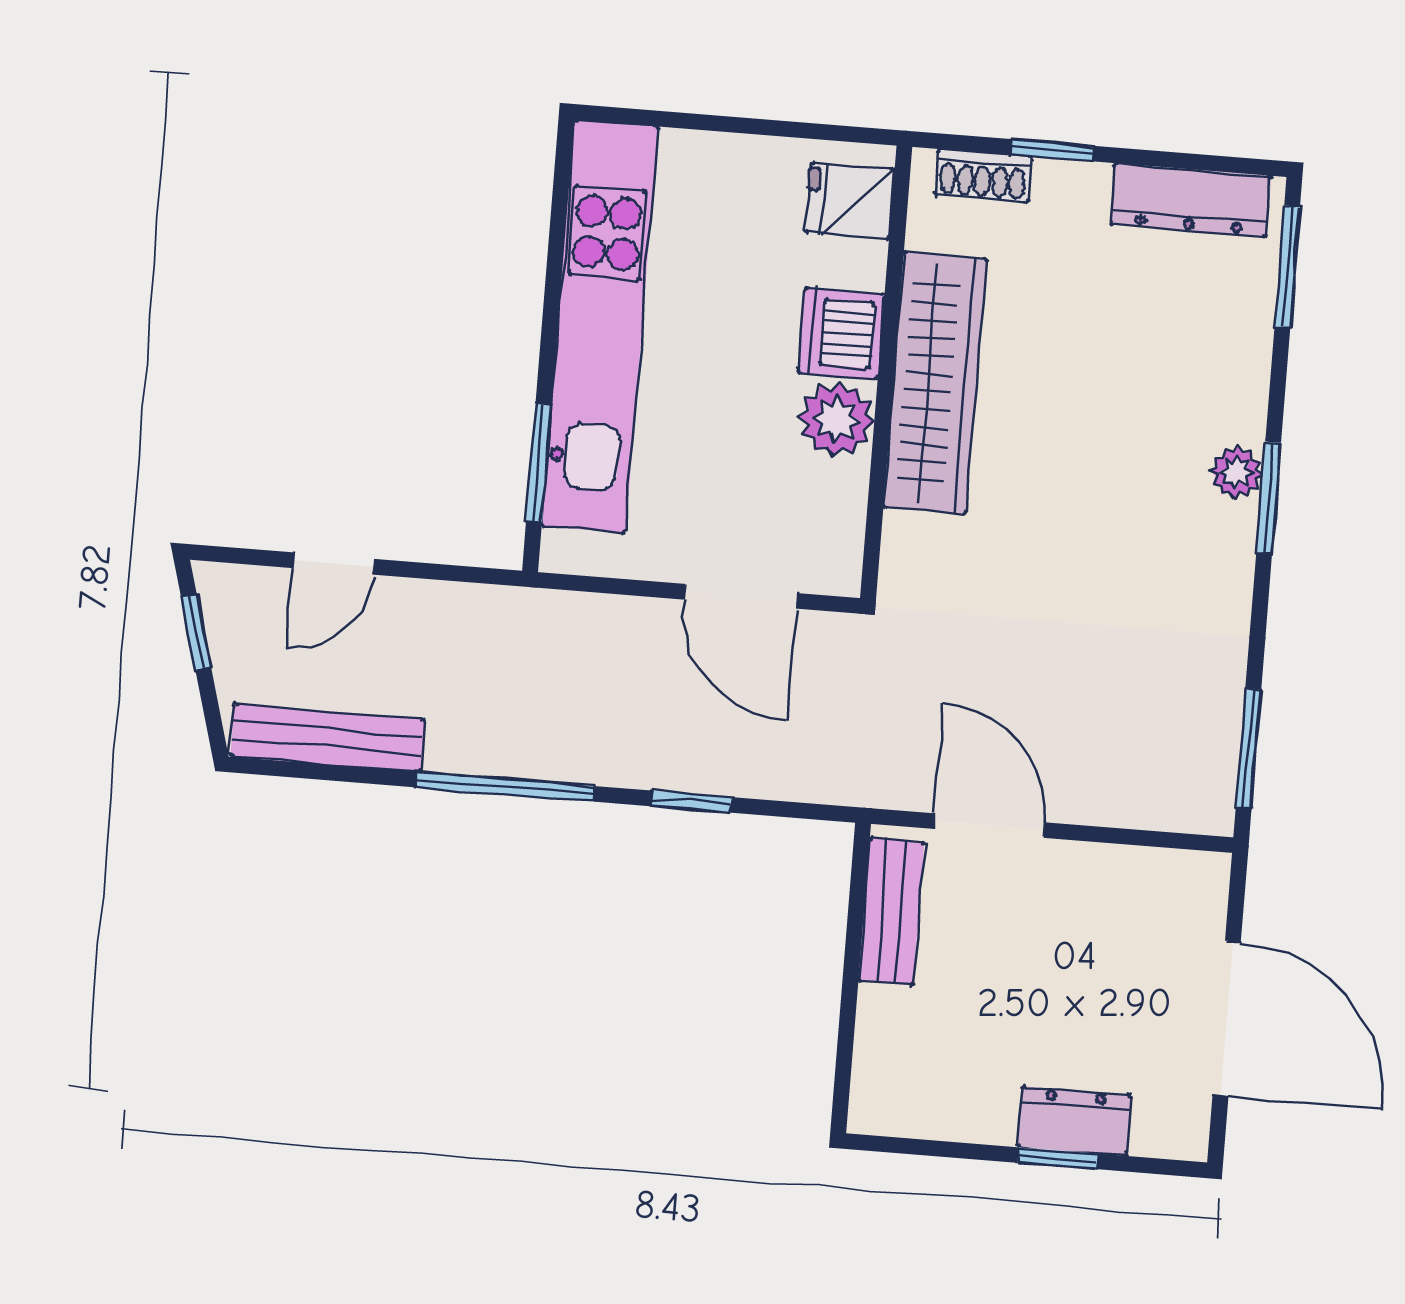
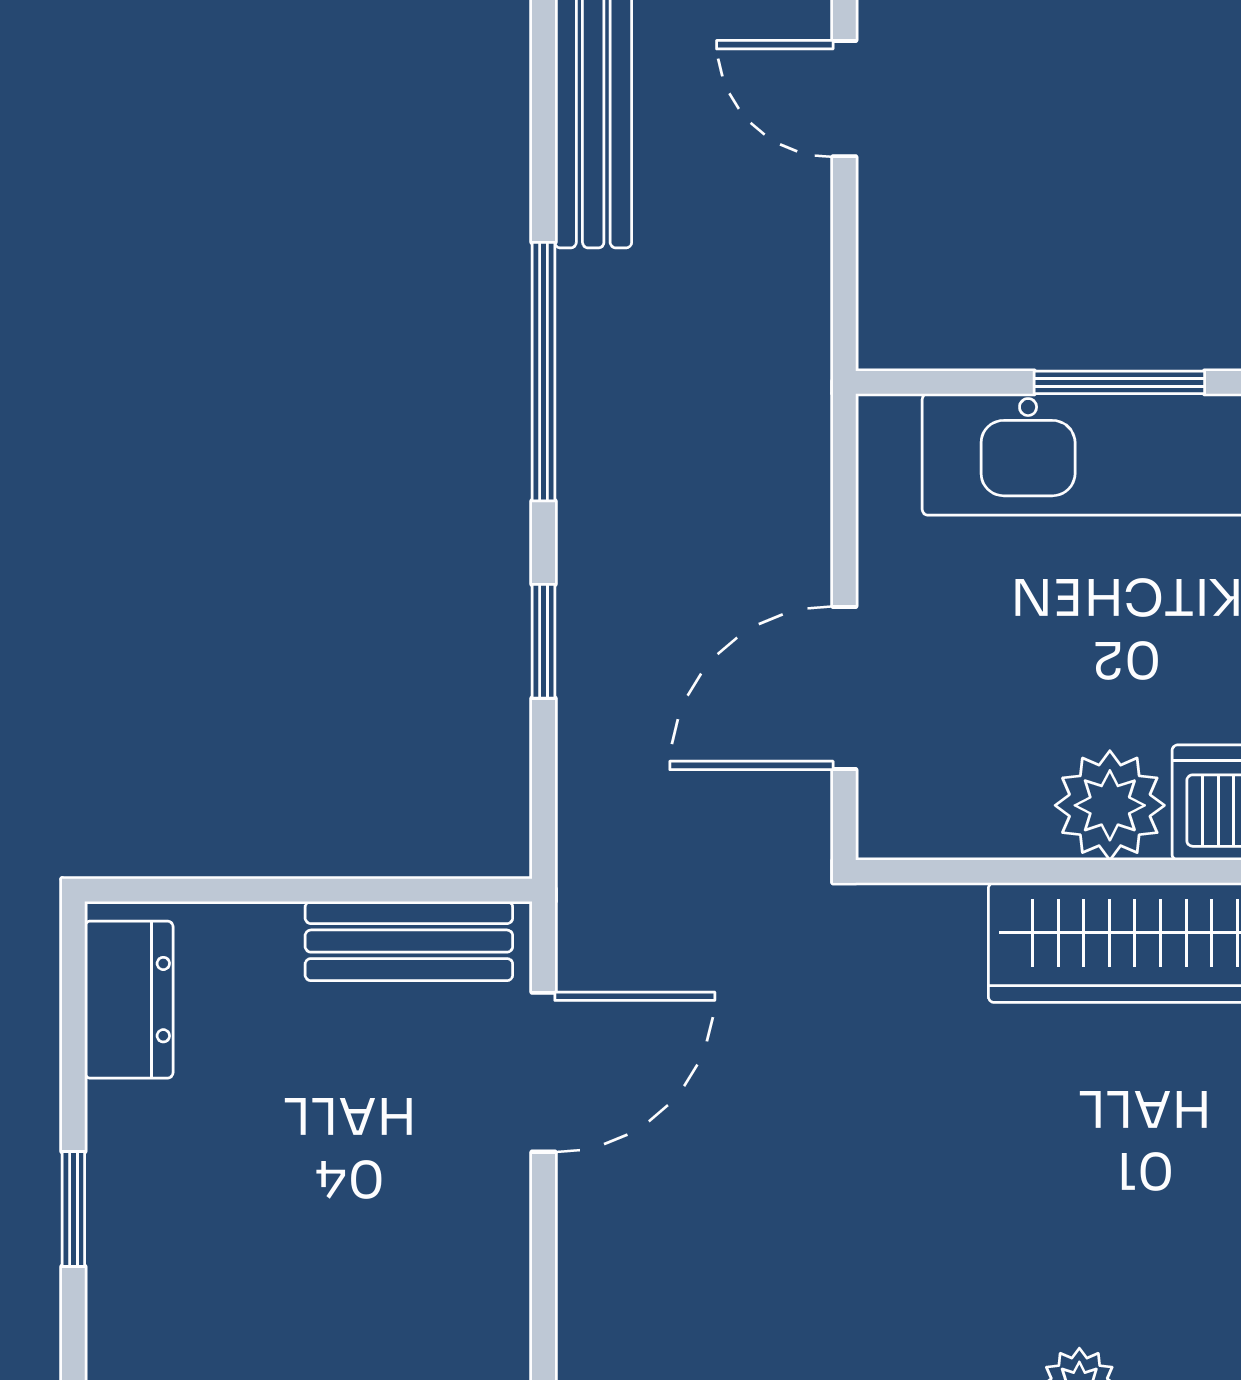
window: (539, 463) -> (1119, 382), moved
dresser: (1074, 1121) -> (129, 1000), moved

